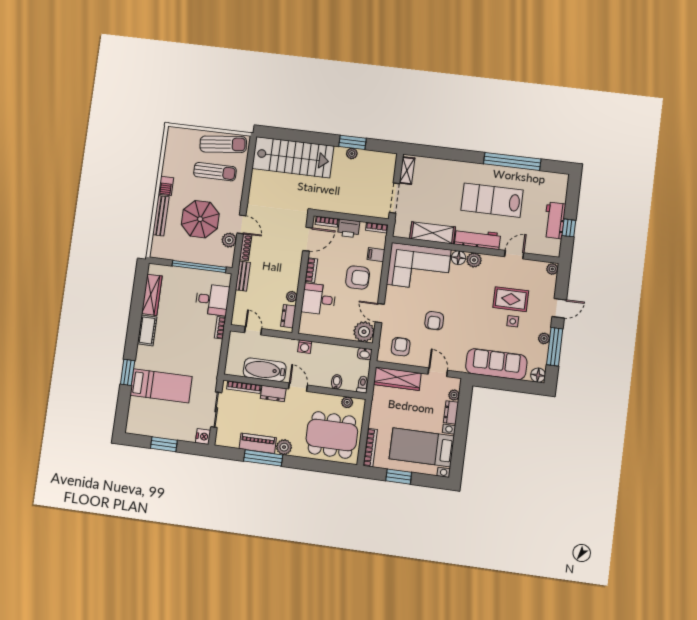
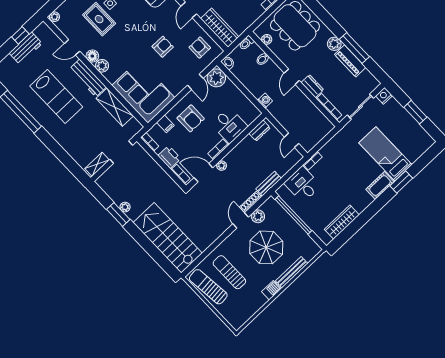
floor lamp: (458, 258) -> (92, 56), moved
armchair: (358, 278) -> (191, 118), turned 180
plant: (292, 297) -> (222, 166), moved
cot: (147, 330) -> (380, 186), moved
armchair: (401, 347) -> (200, 48), turned 90
bathtub: (265, 370) -> (305, 107), removed

